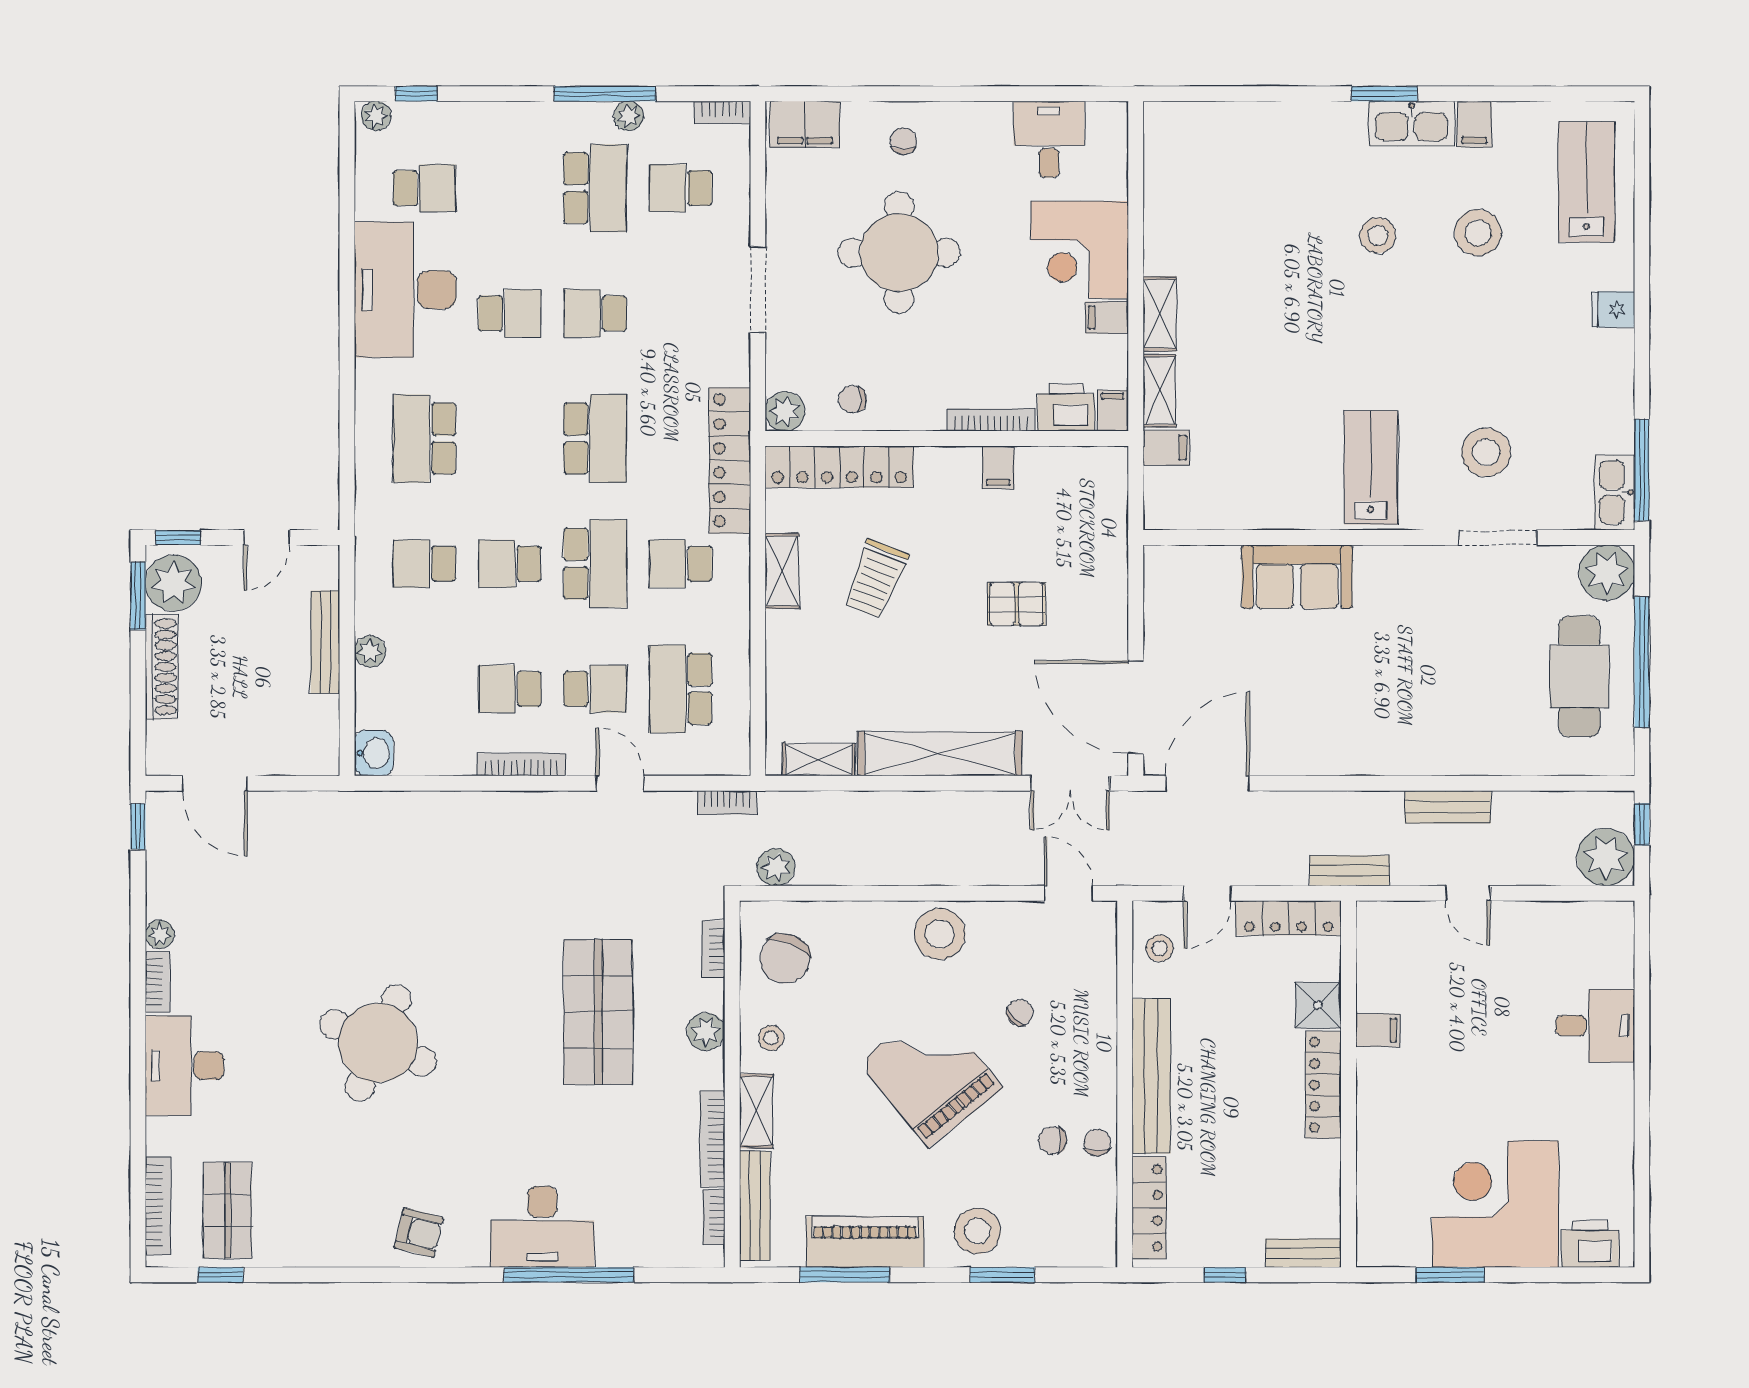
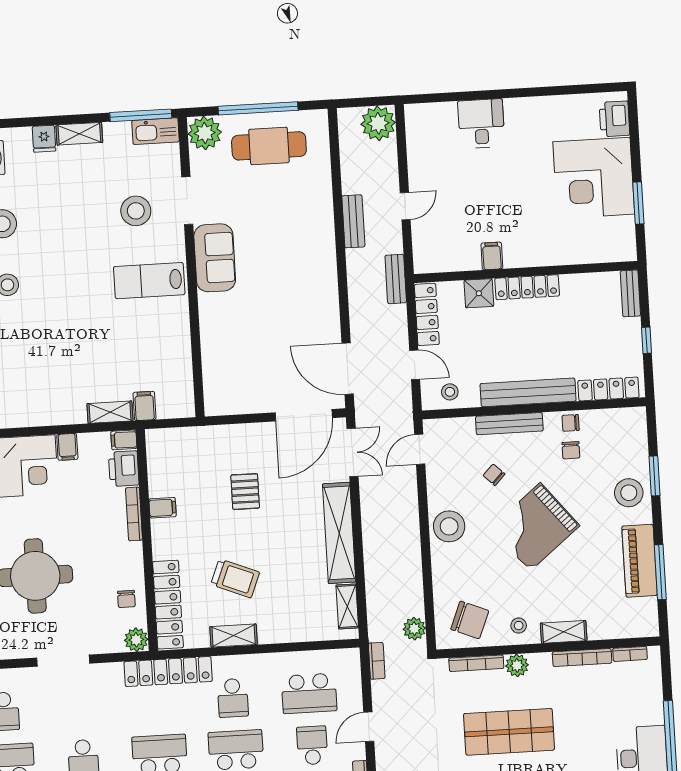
shelving: (1160, 314) -> (79, 134), moved
sofa: (1297, 577) -> (215, 258), moved
window: (1642, 824) -> (357, 102), removed
bookcase: (713, 949) -> (476, 663), width x1.56
bench: (755, 1206) -> (509, 424), moved

